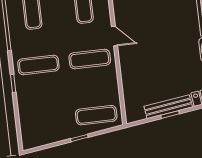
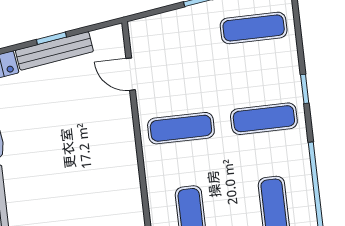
door: (114, 36) -> (131, 74), moved
exercise mat: (96, 115) -> (254, 28), moved

